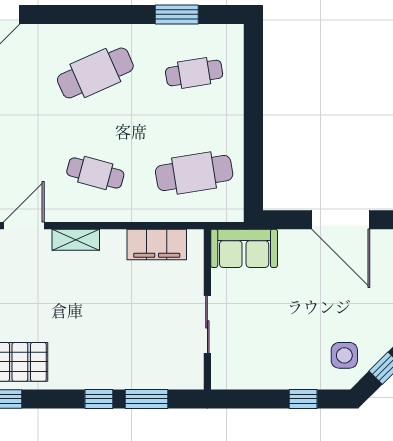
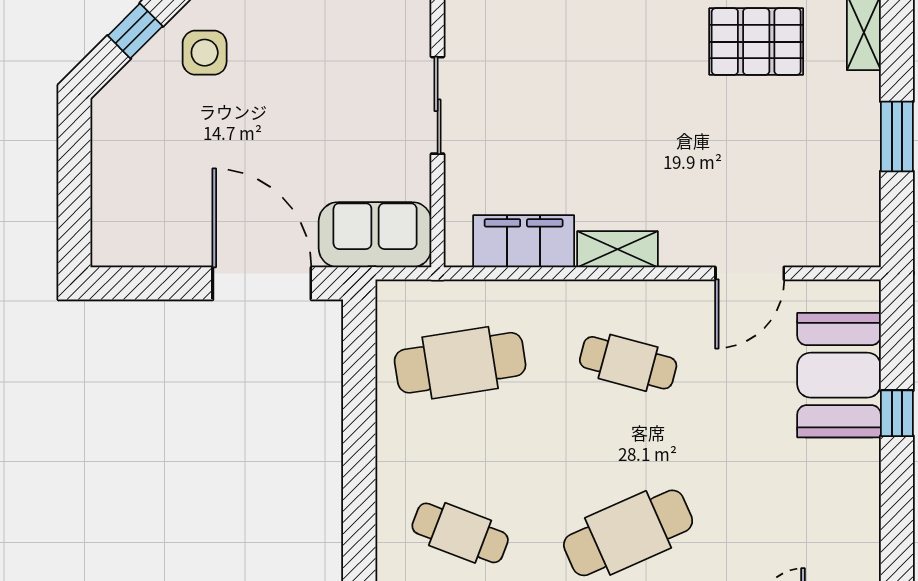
cafe table: (194, 73) -> (460, 533), turned 30
door: (341, 220) -> (262, 283), moved
shelving: (76, 240) -> (618, 249), moved

